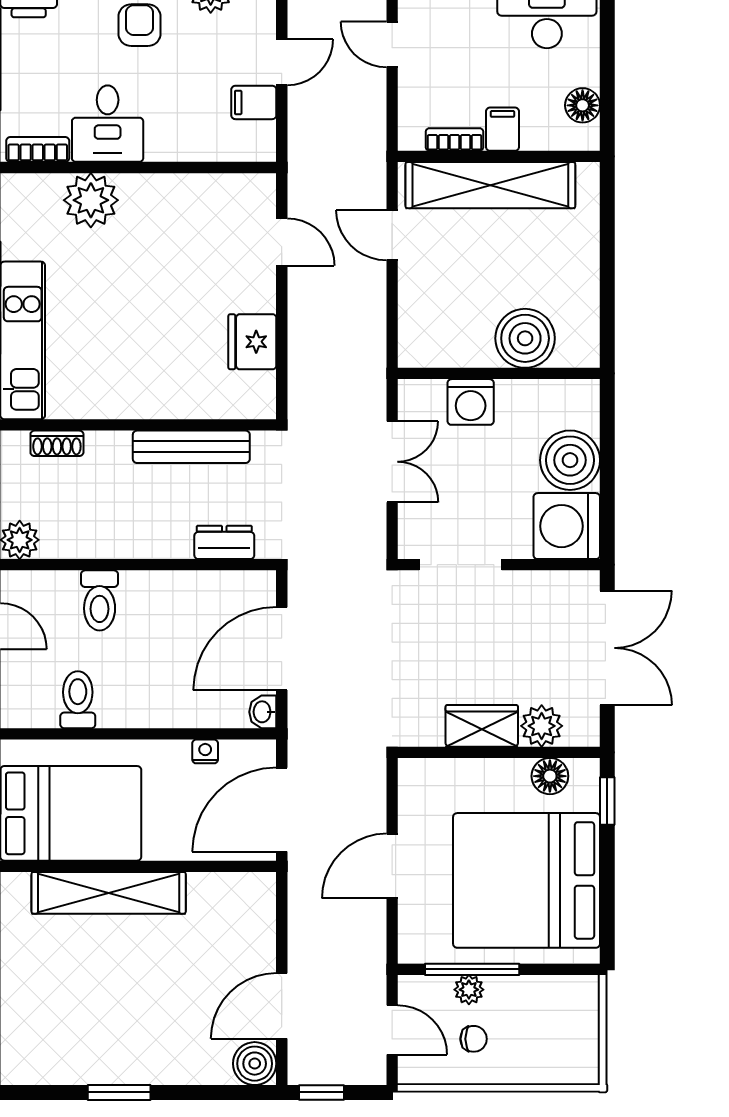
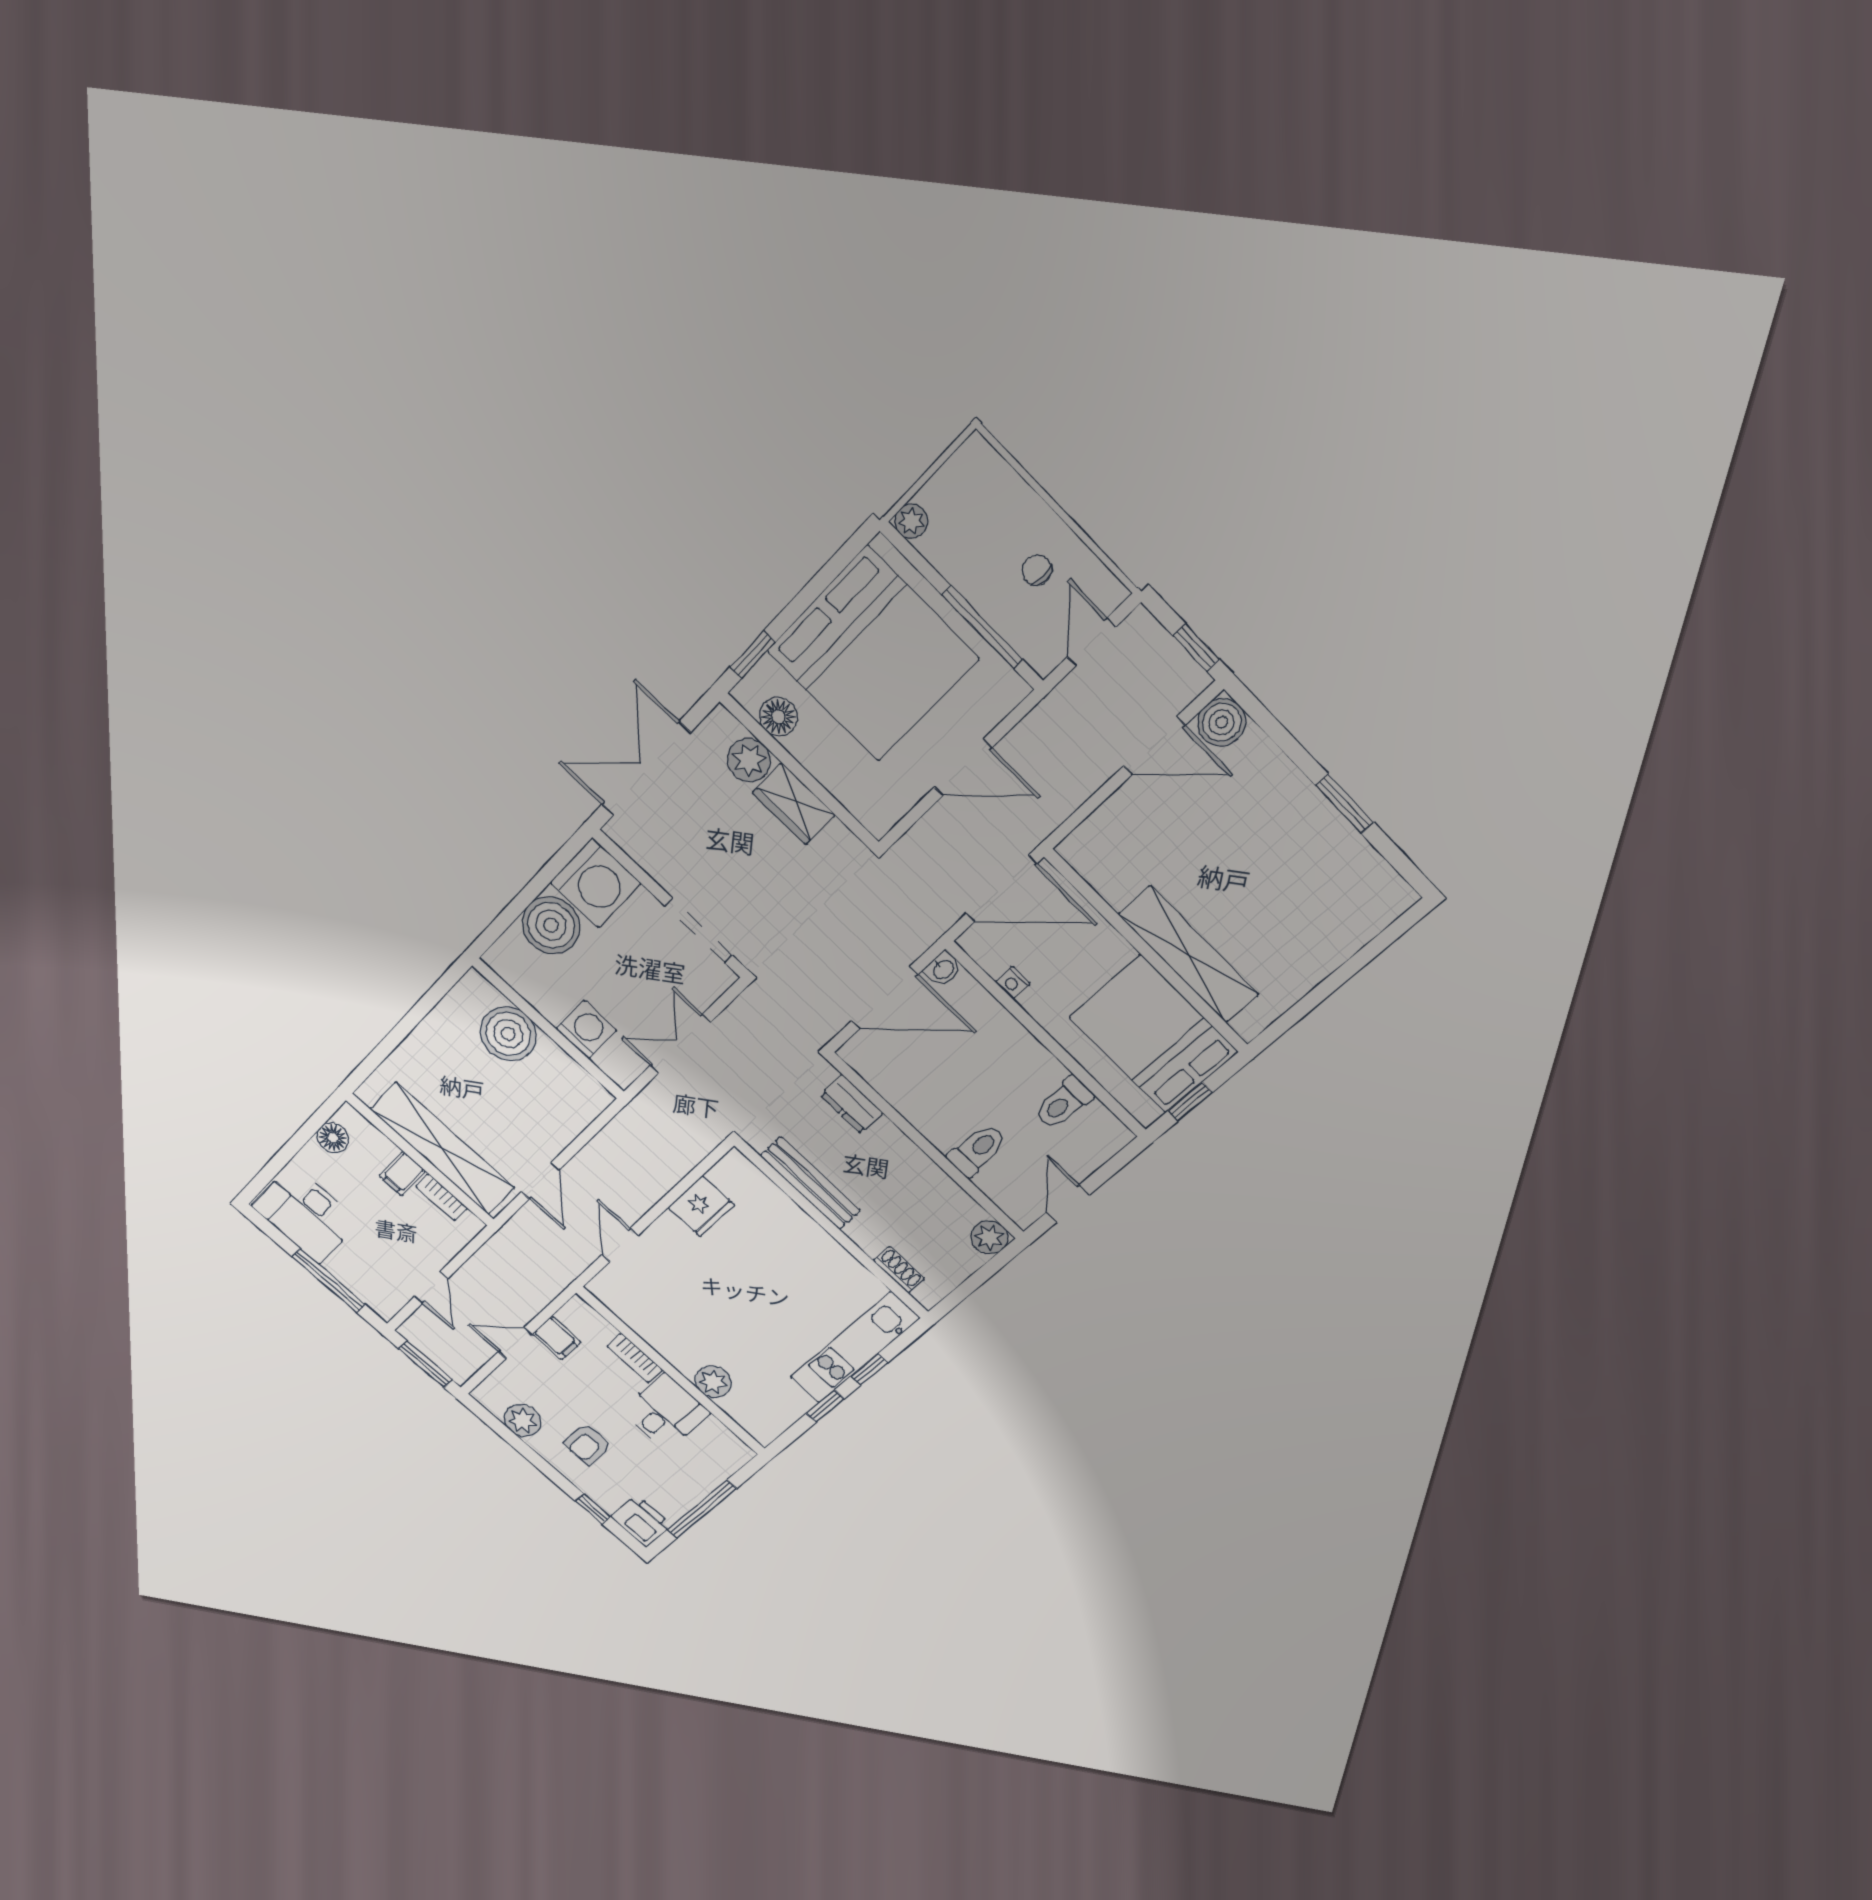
bookcase: (38, 149) -> (635, 1358), moved
plant: (91, 200) -> (713, 1382), width x0.73, depth x0.73
plant: (469, 990) -> (911, 521), moved

